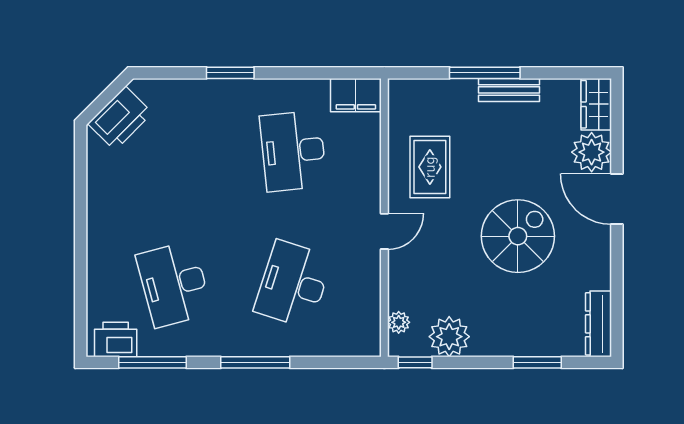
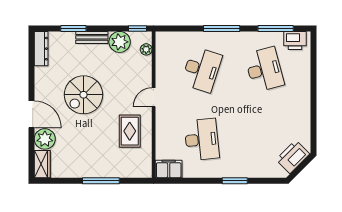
bench: (509, 90) -> (92, 37), moved

